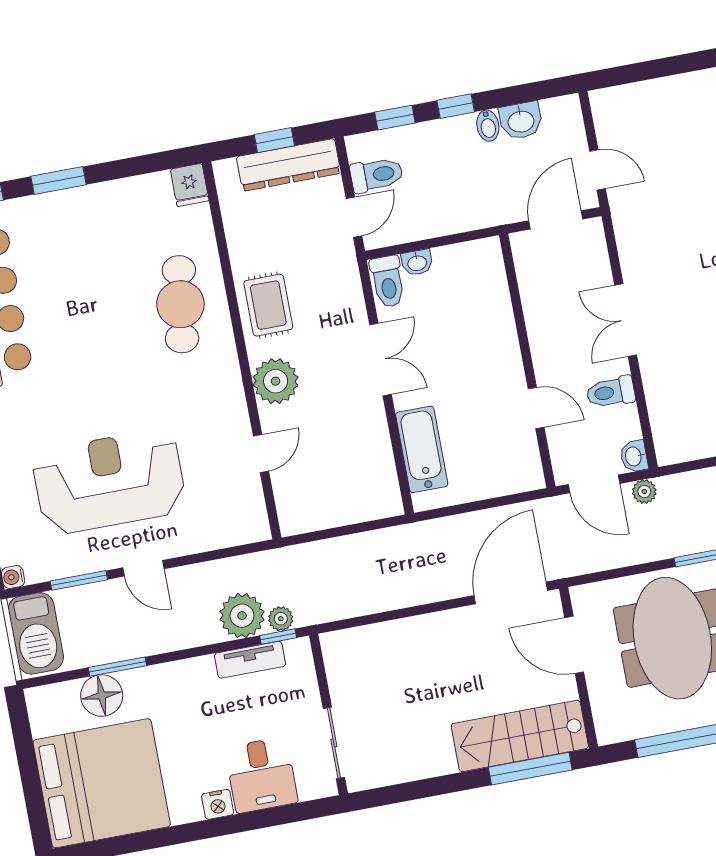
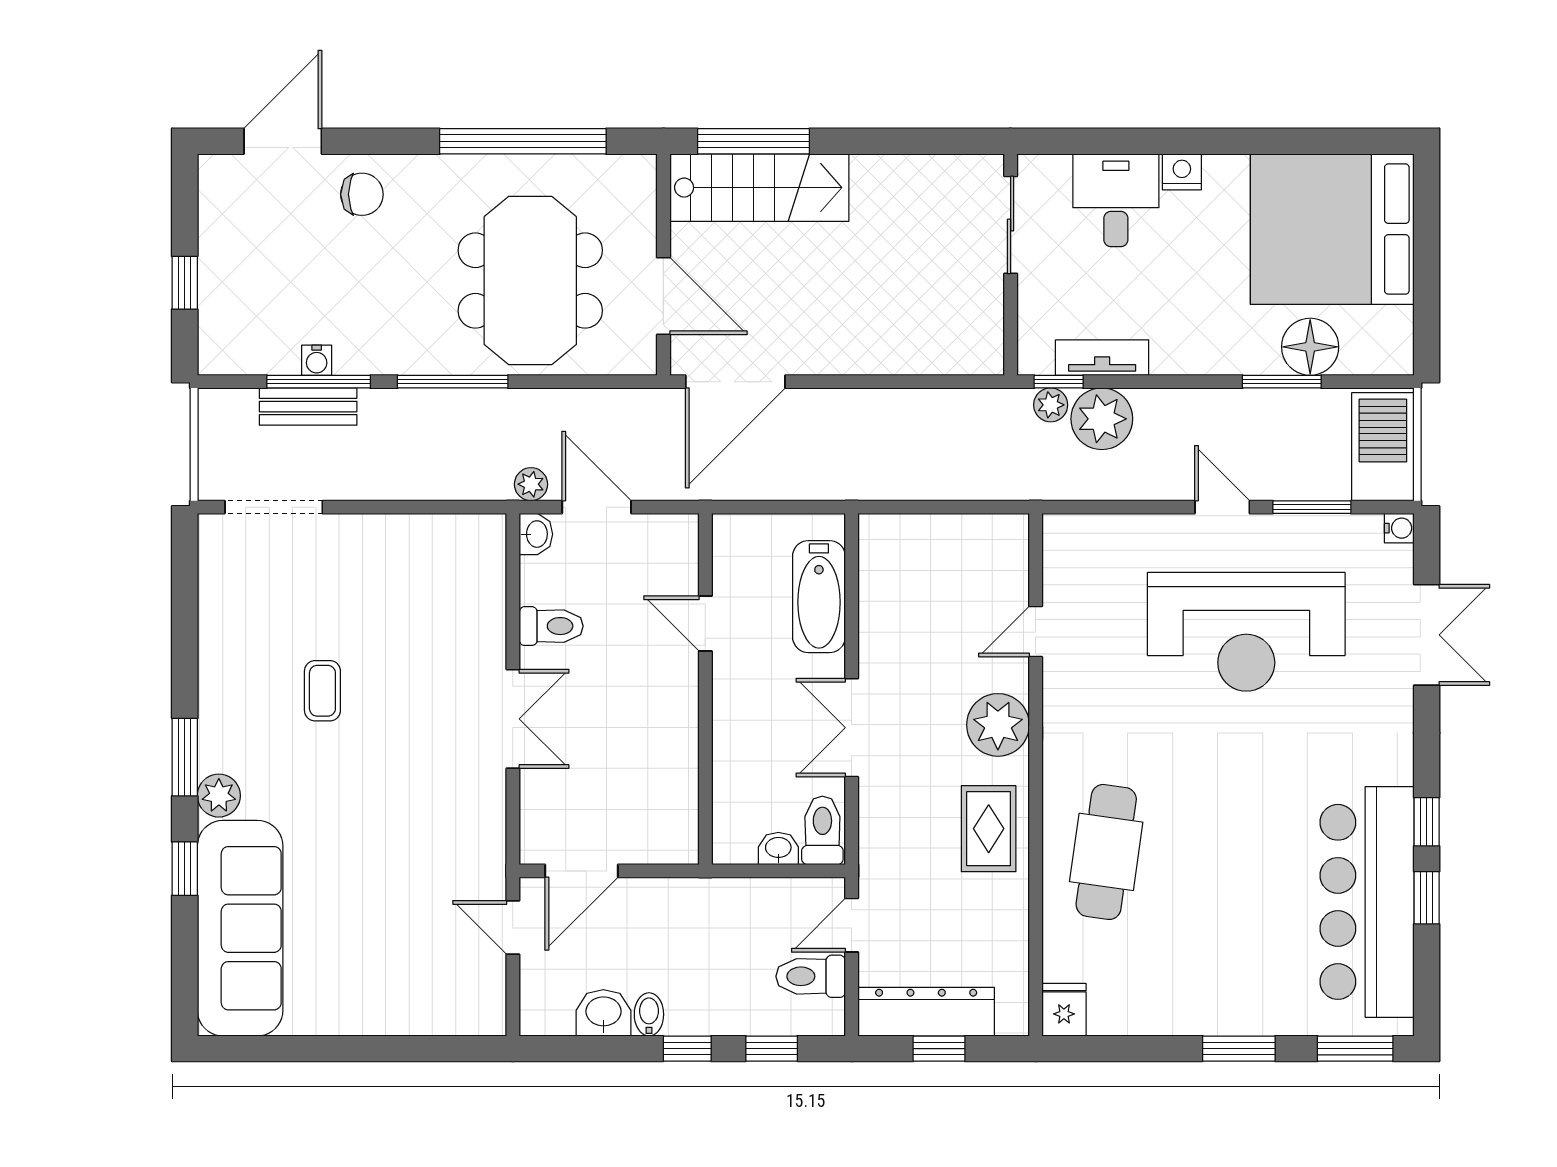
wall: (527, 361) -> (705, 689), moved
door: (536, 408) -> (705, 623), moved

